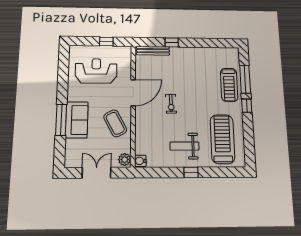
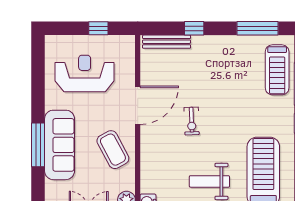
window: (214, 43) -> (257, 28), added
treadmill: (229, 85) -> (277, 70), moved
sofa: (77, 120) -> (60, 145), width x1.36

